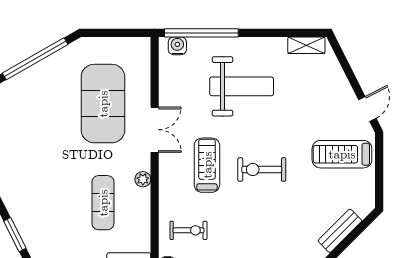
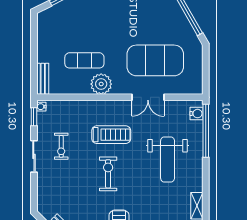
double door: (155, 130) -> (148, 97), moved
plant: (143, 179) -> (101, 84), width x1.88, depth x1.88
exercise bike: (188, 230) -> (61, 146), moved

